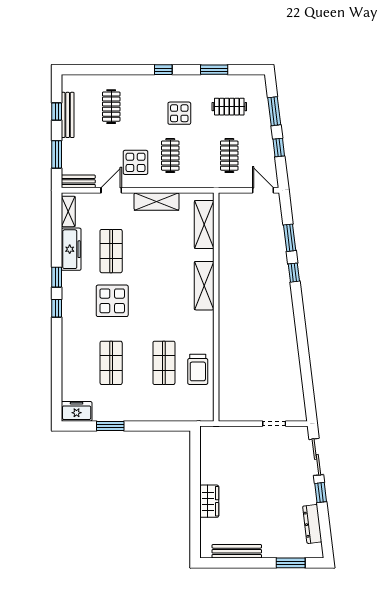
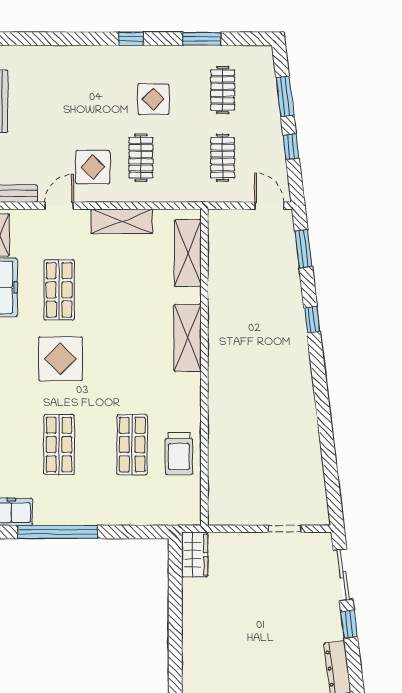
clothes rail: (111, 107) -> (59, 90), removed
clothes rail: (229, 107) -> (223, 90), turned 90
window: (290, 238) -> (303, 249), moved
window: (110, 426) -> (58, 532), width x2.11
wardrobe: (209, 501) -> (195, 555), moved

